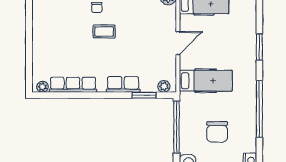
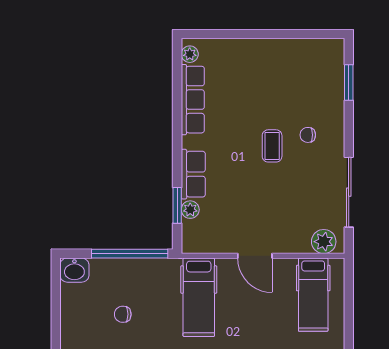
plant: (164, 86) -> (190, 210), moved
chair: (217, 132) -> (123, 314), width x0.54, depth x0.54

